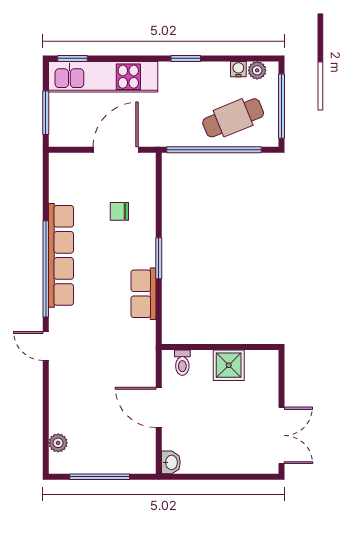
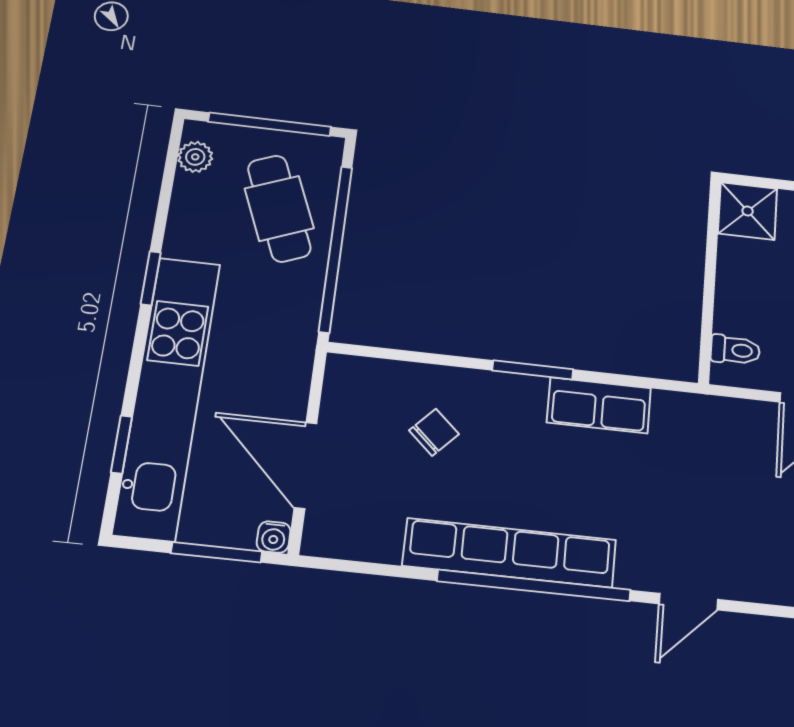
window: (72, 58) -> (121, 444), moved
water cooler: (238, 69) -> (274, 537), moved, turned -90
kitchen unit: (103, 77) -> (167, 396), width x1.36
door: (116, 150) -> (305, 465), moved
chair: (119, 211) -> (434, 432), turned -137
shower: (229, 365) -> (748, 211), moved

